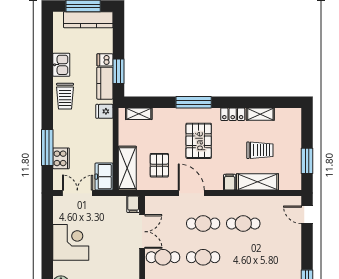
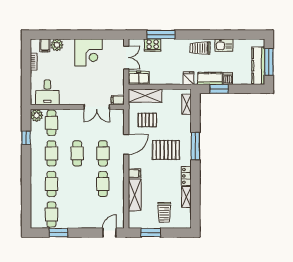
trolley: (260, 150) -> (164, 212), moved
cafe table: (163, 257) -> (77, 123), removed

